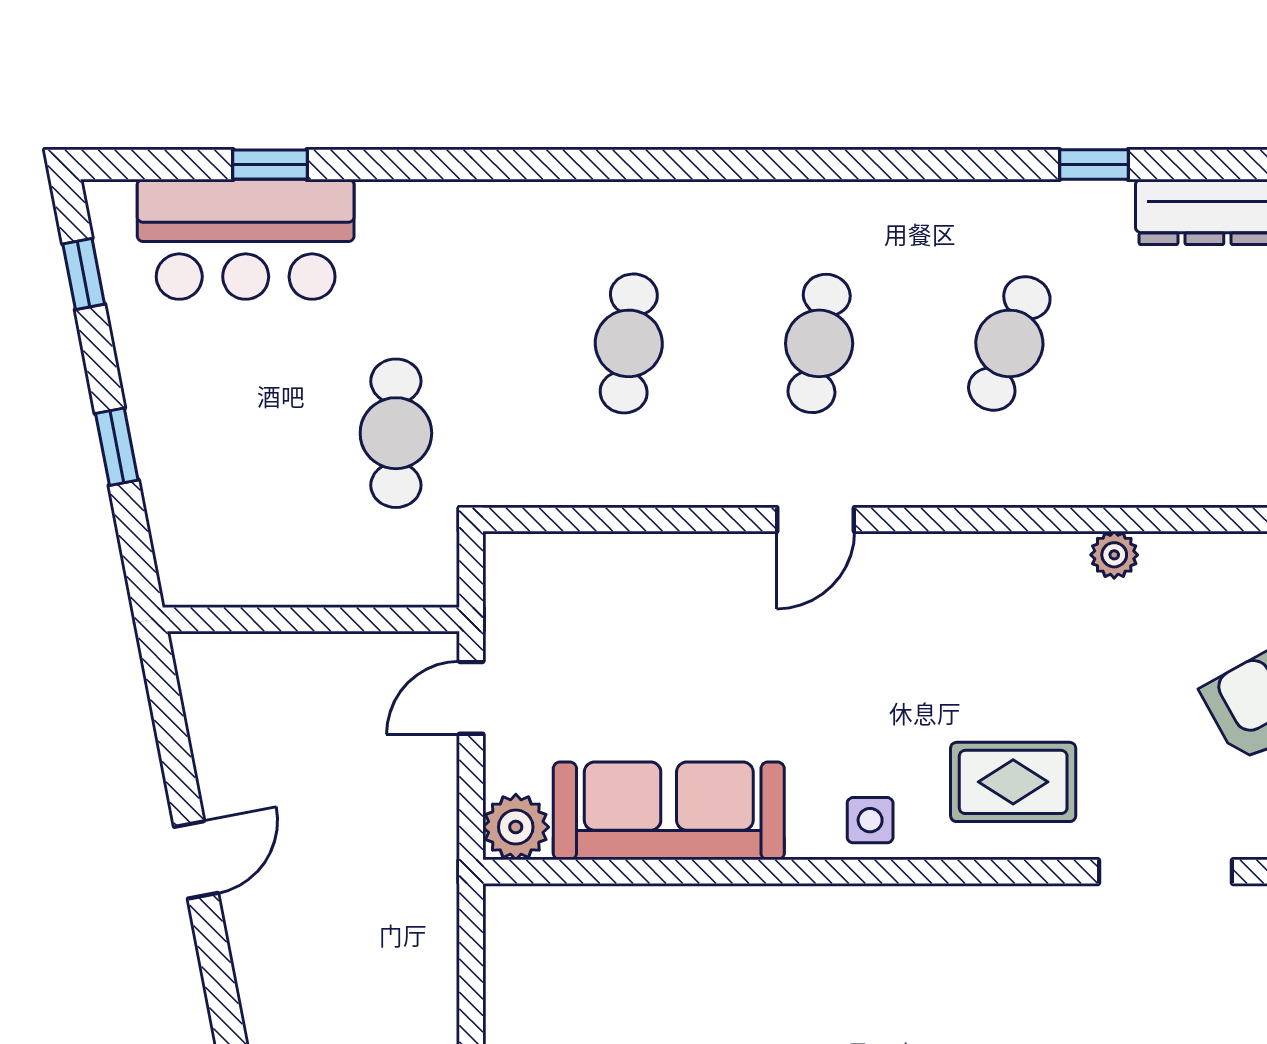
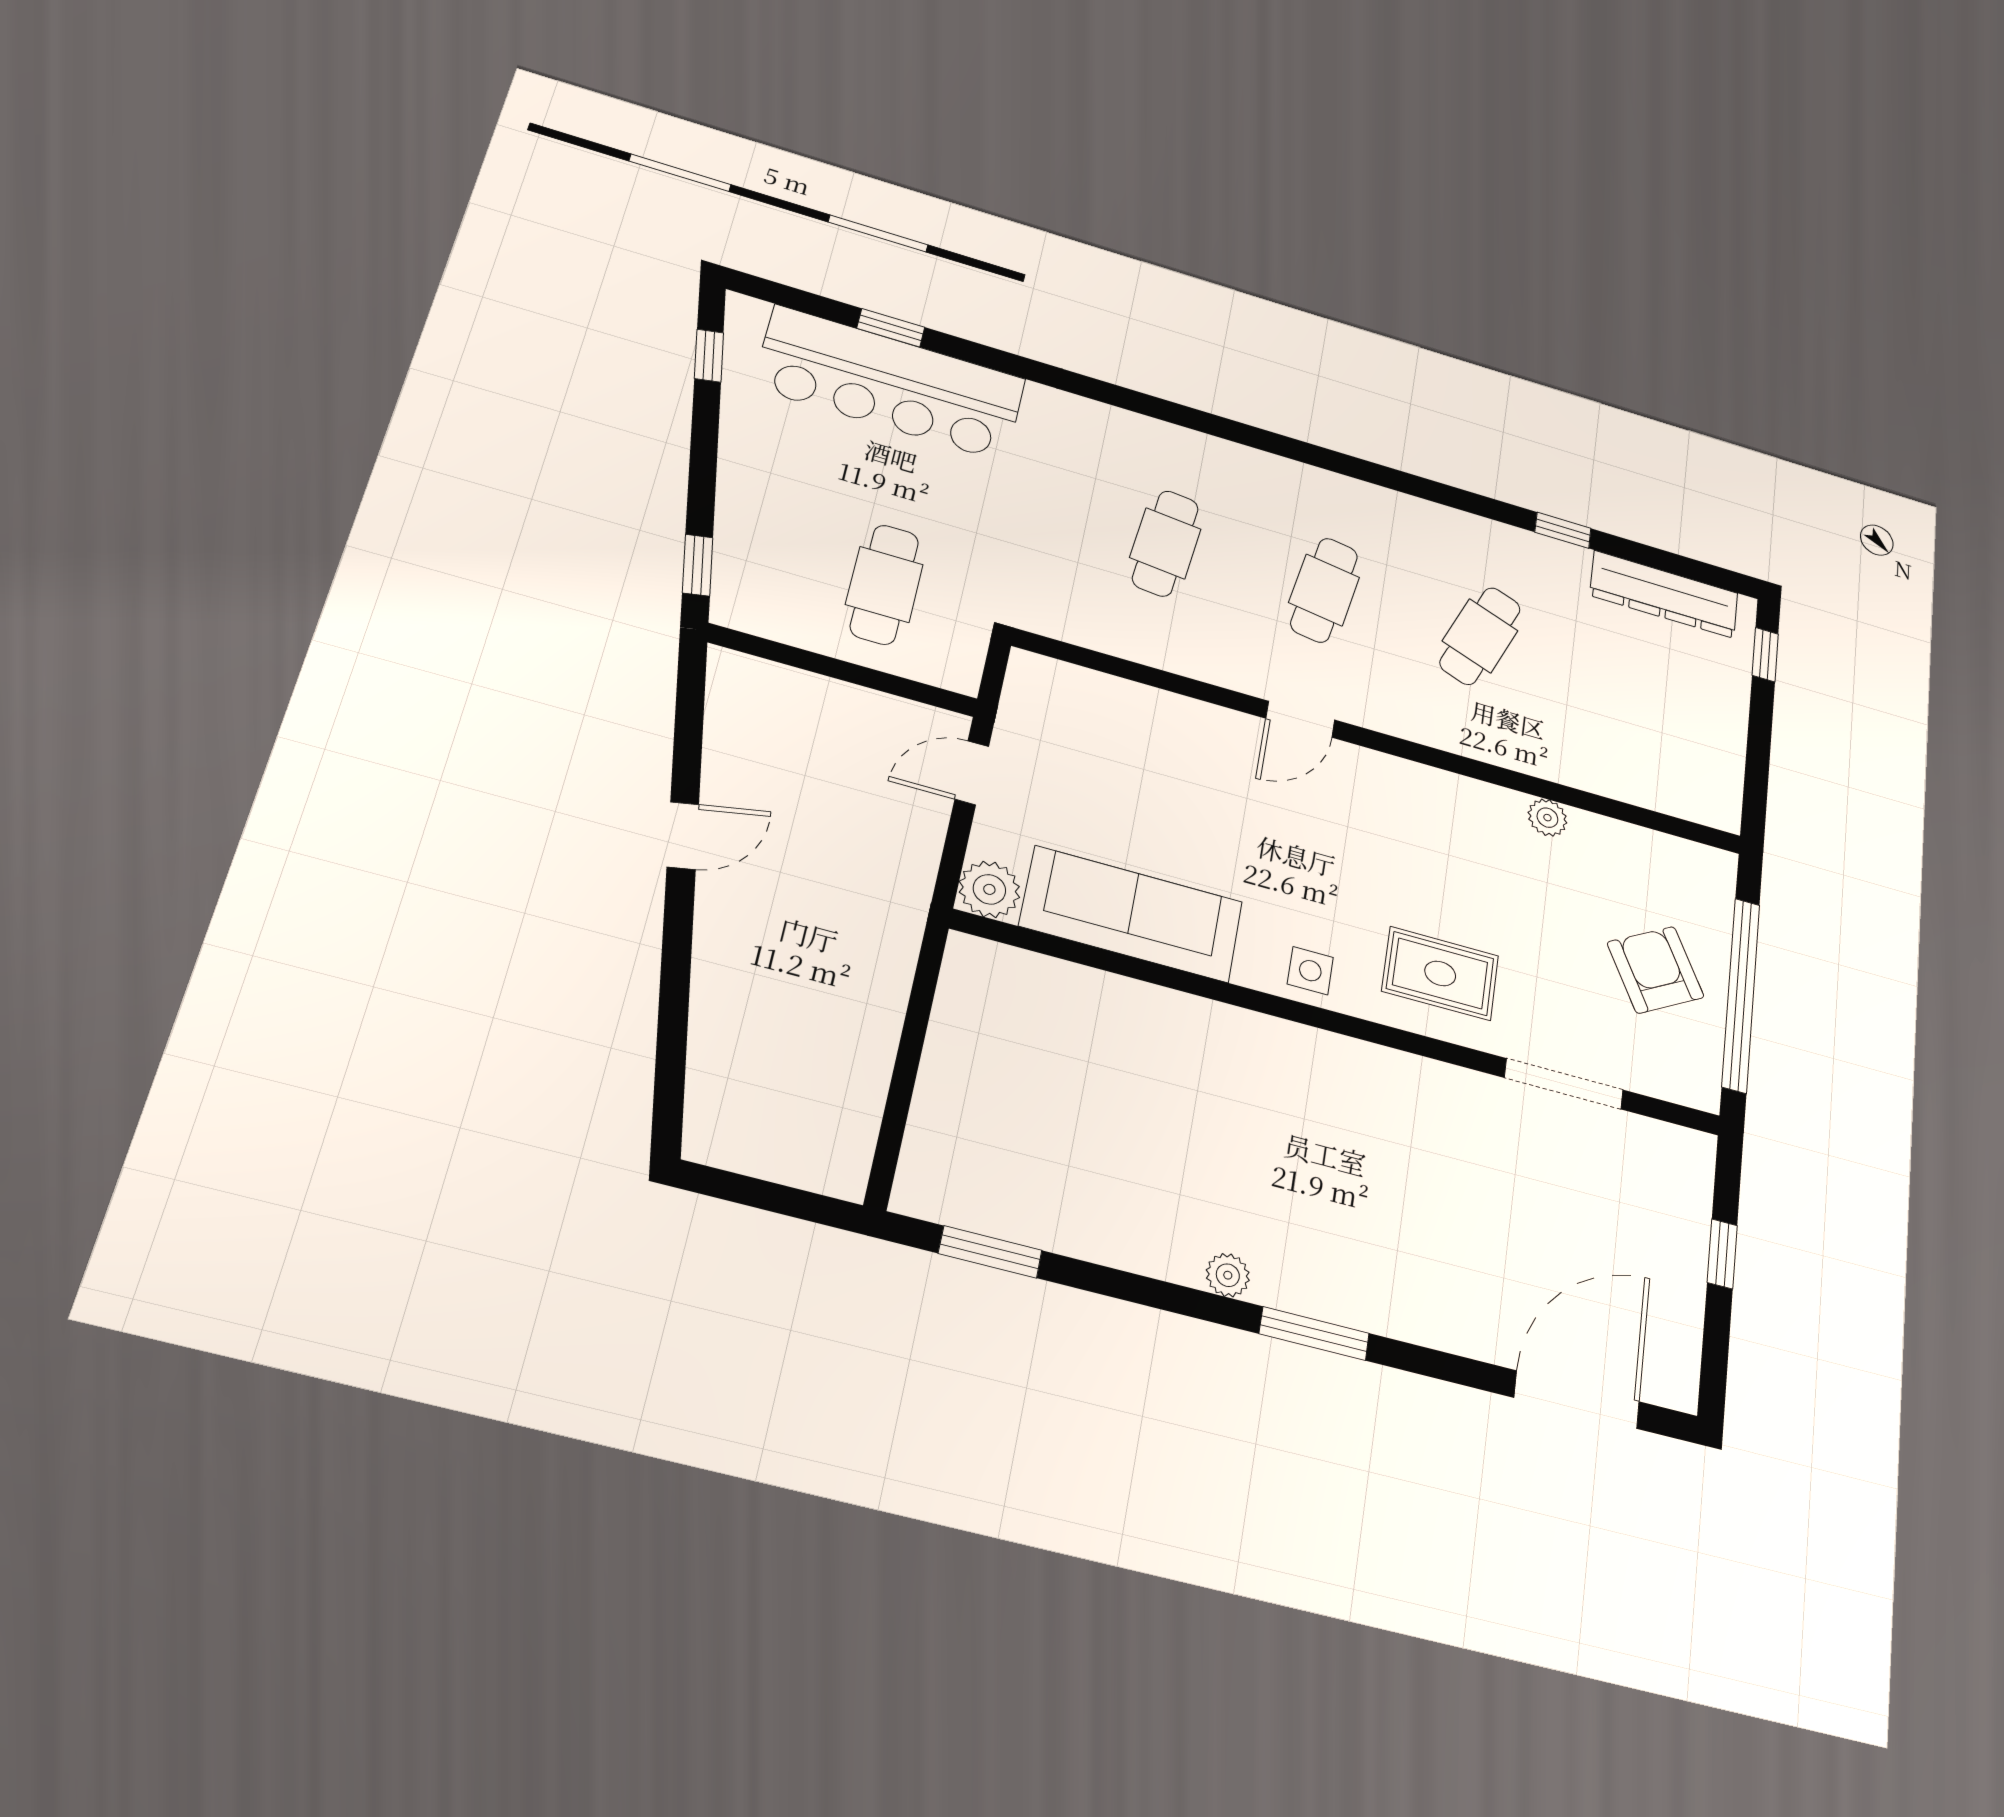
bar counter: (246, 239) -> (890, 383), width x1.36
cafe table: (396, 433) -> (884, 584), moved
window: (117, 447) -> (698, 565), moved

